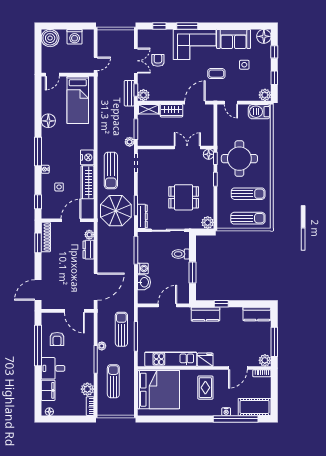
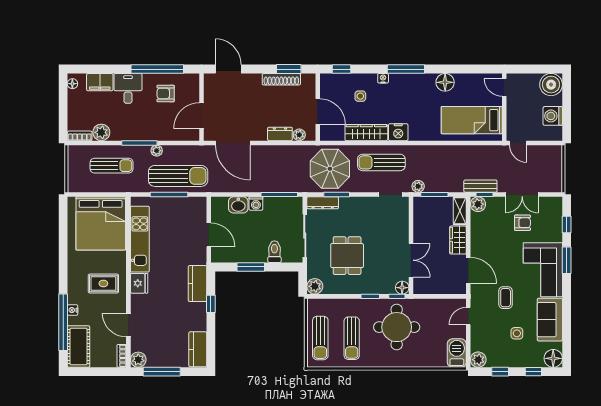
shoe rack: (46, 237) -> (281, 79), moved
sun lounger: (121, 329) -> (178, 176), width x1.36, depth x1.34

